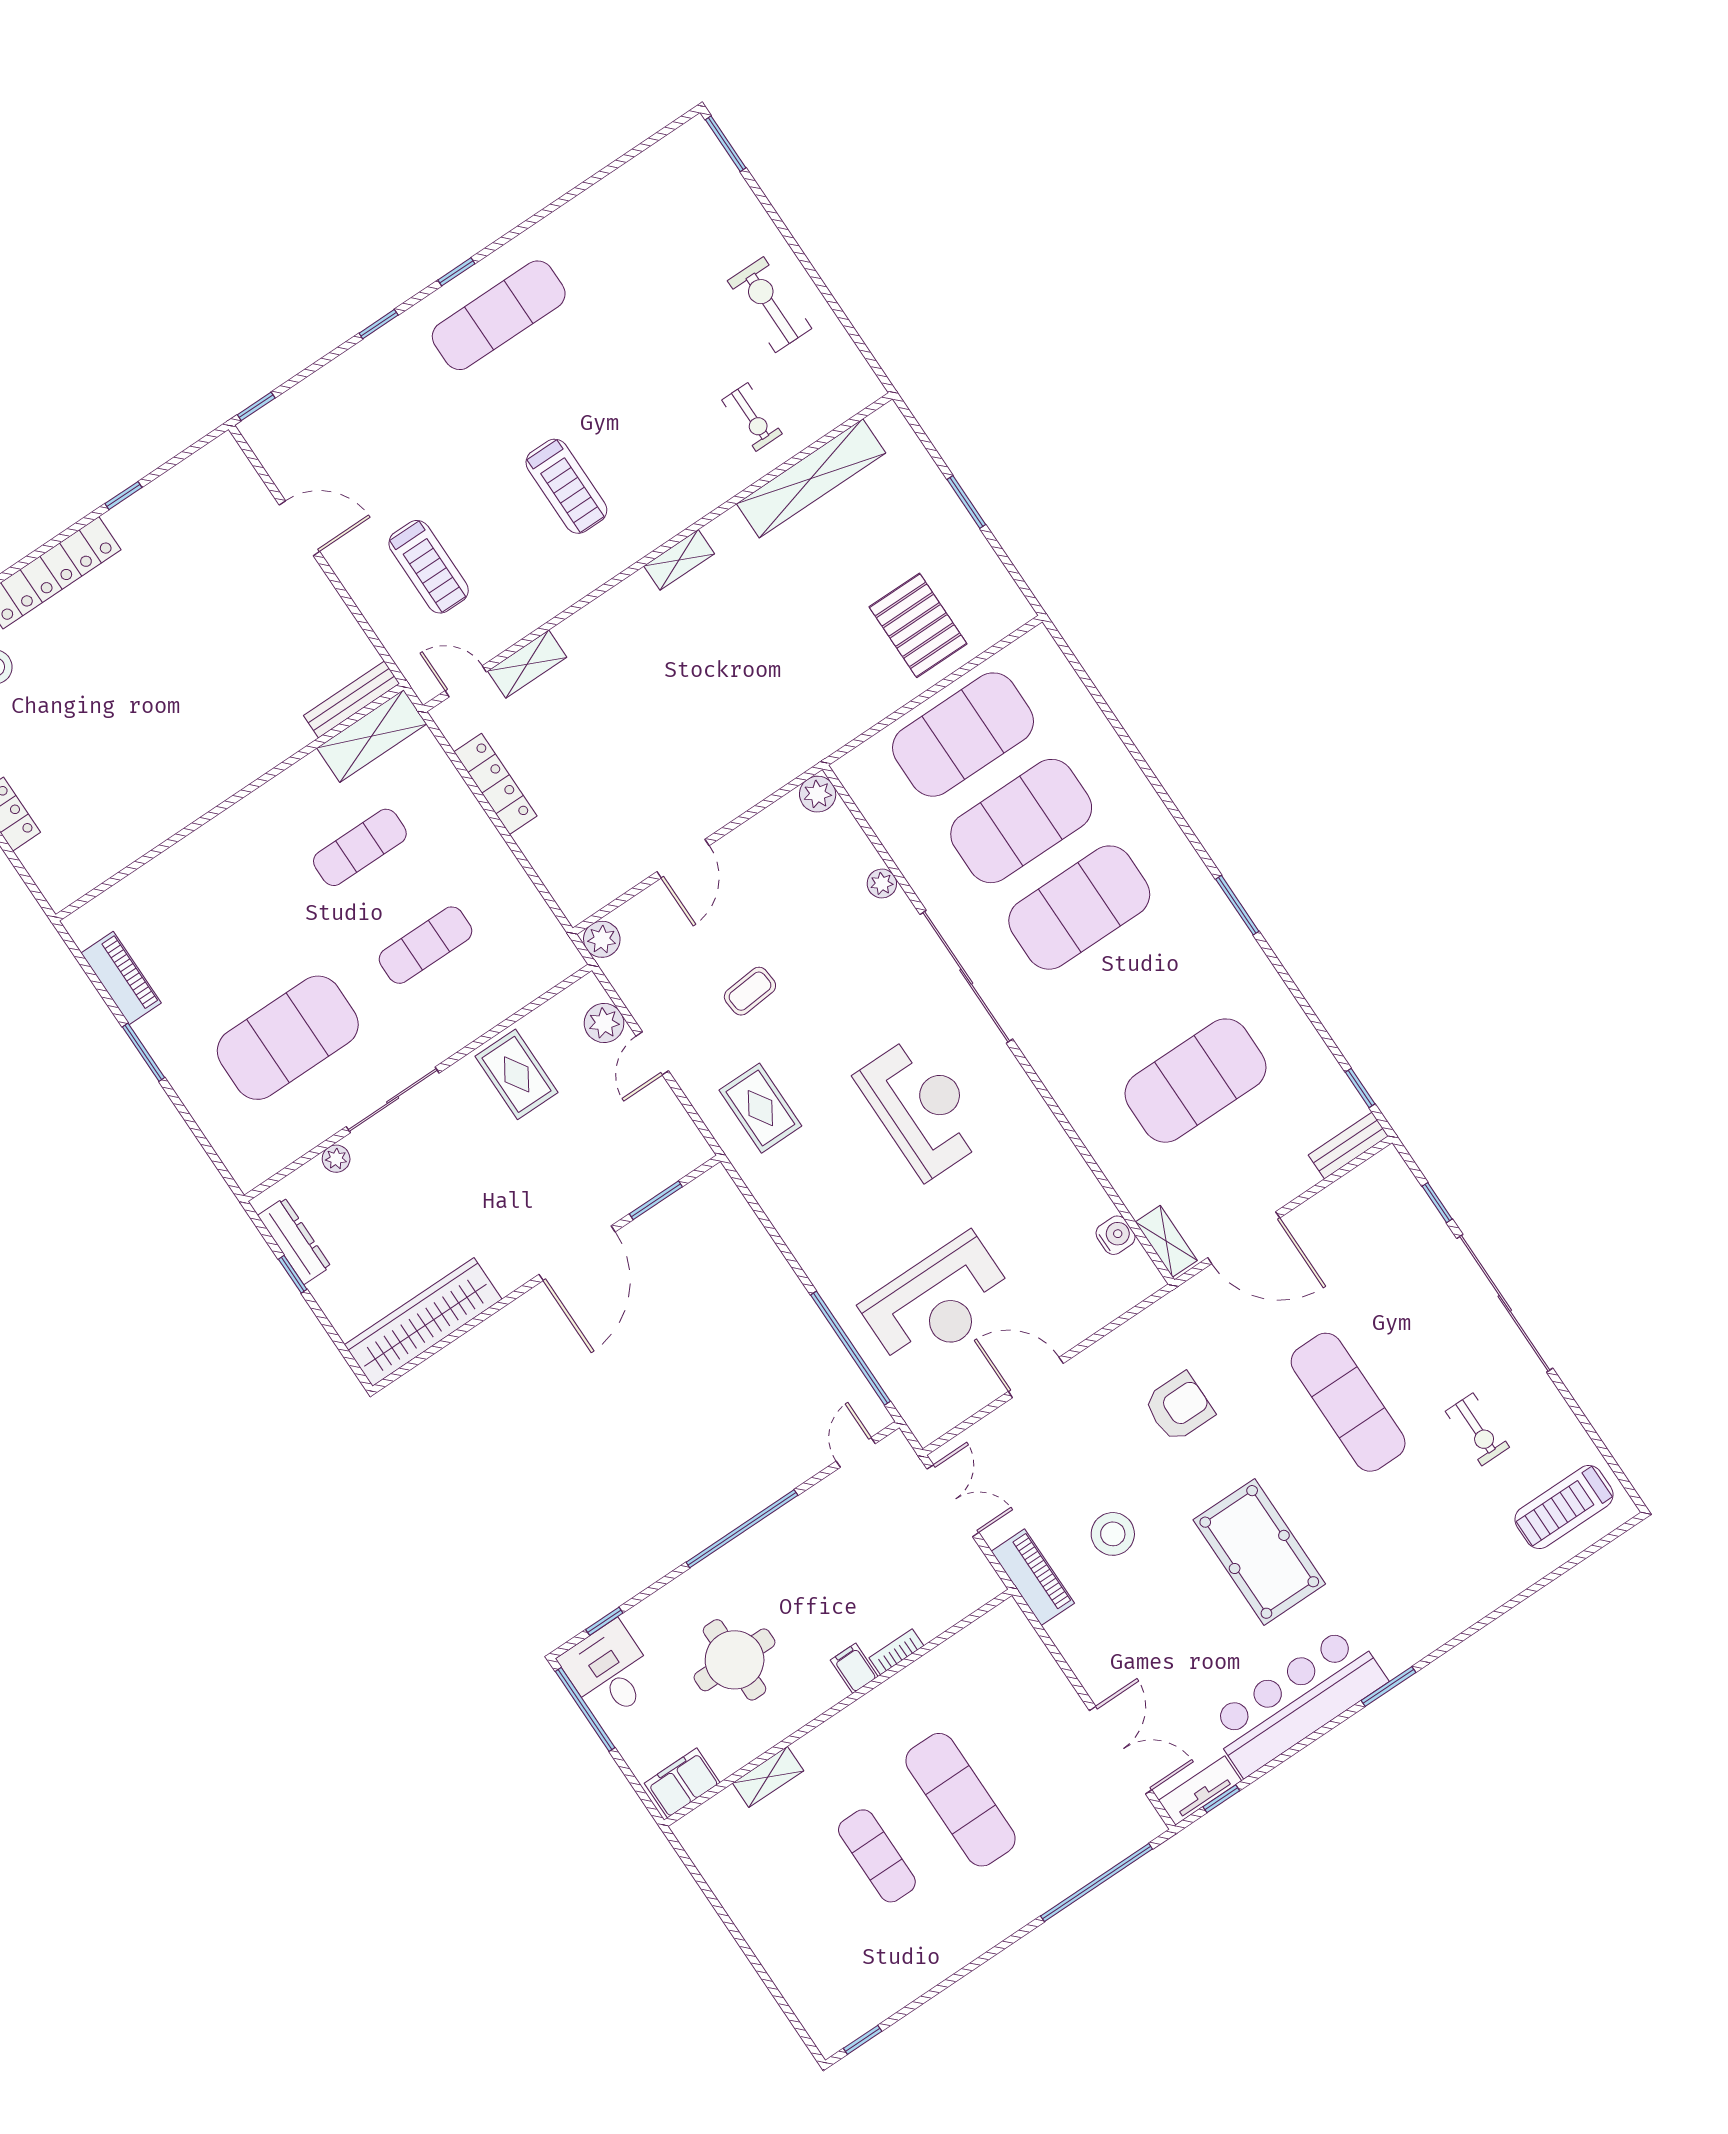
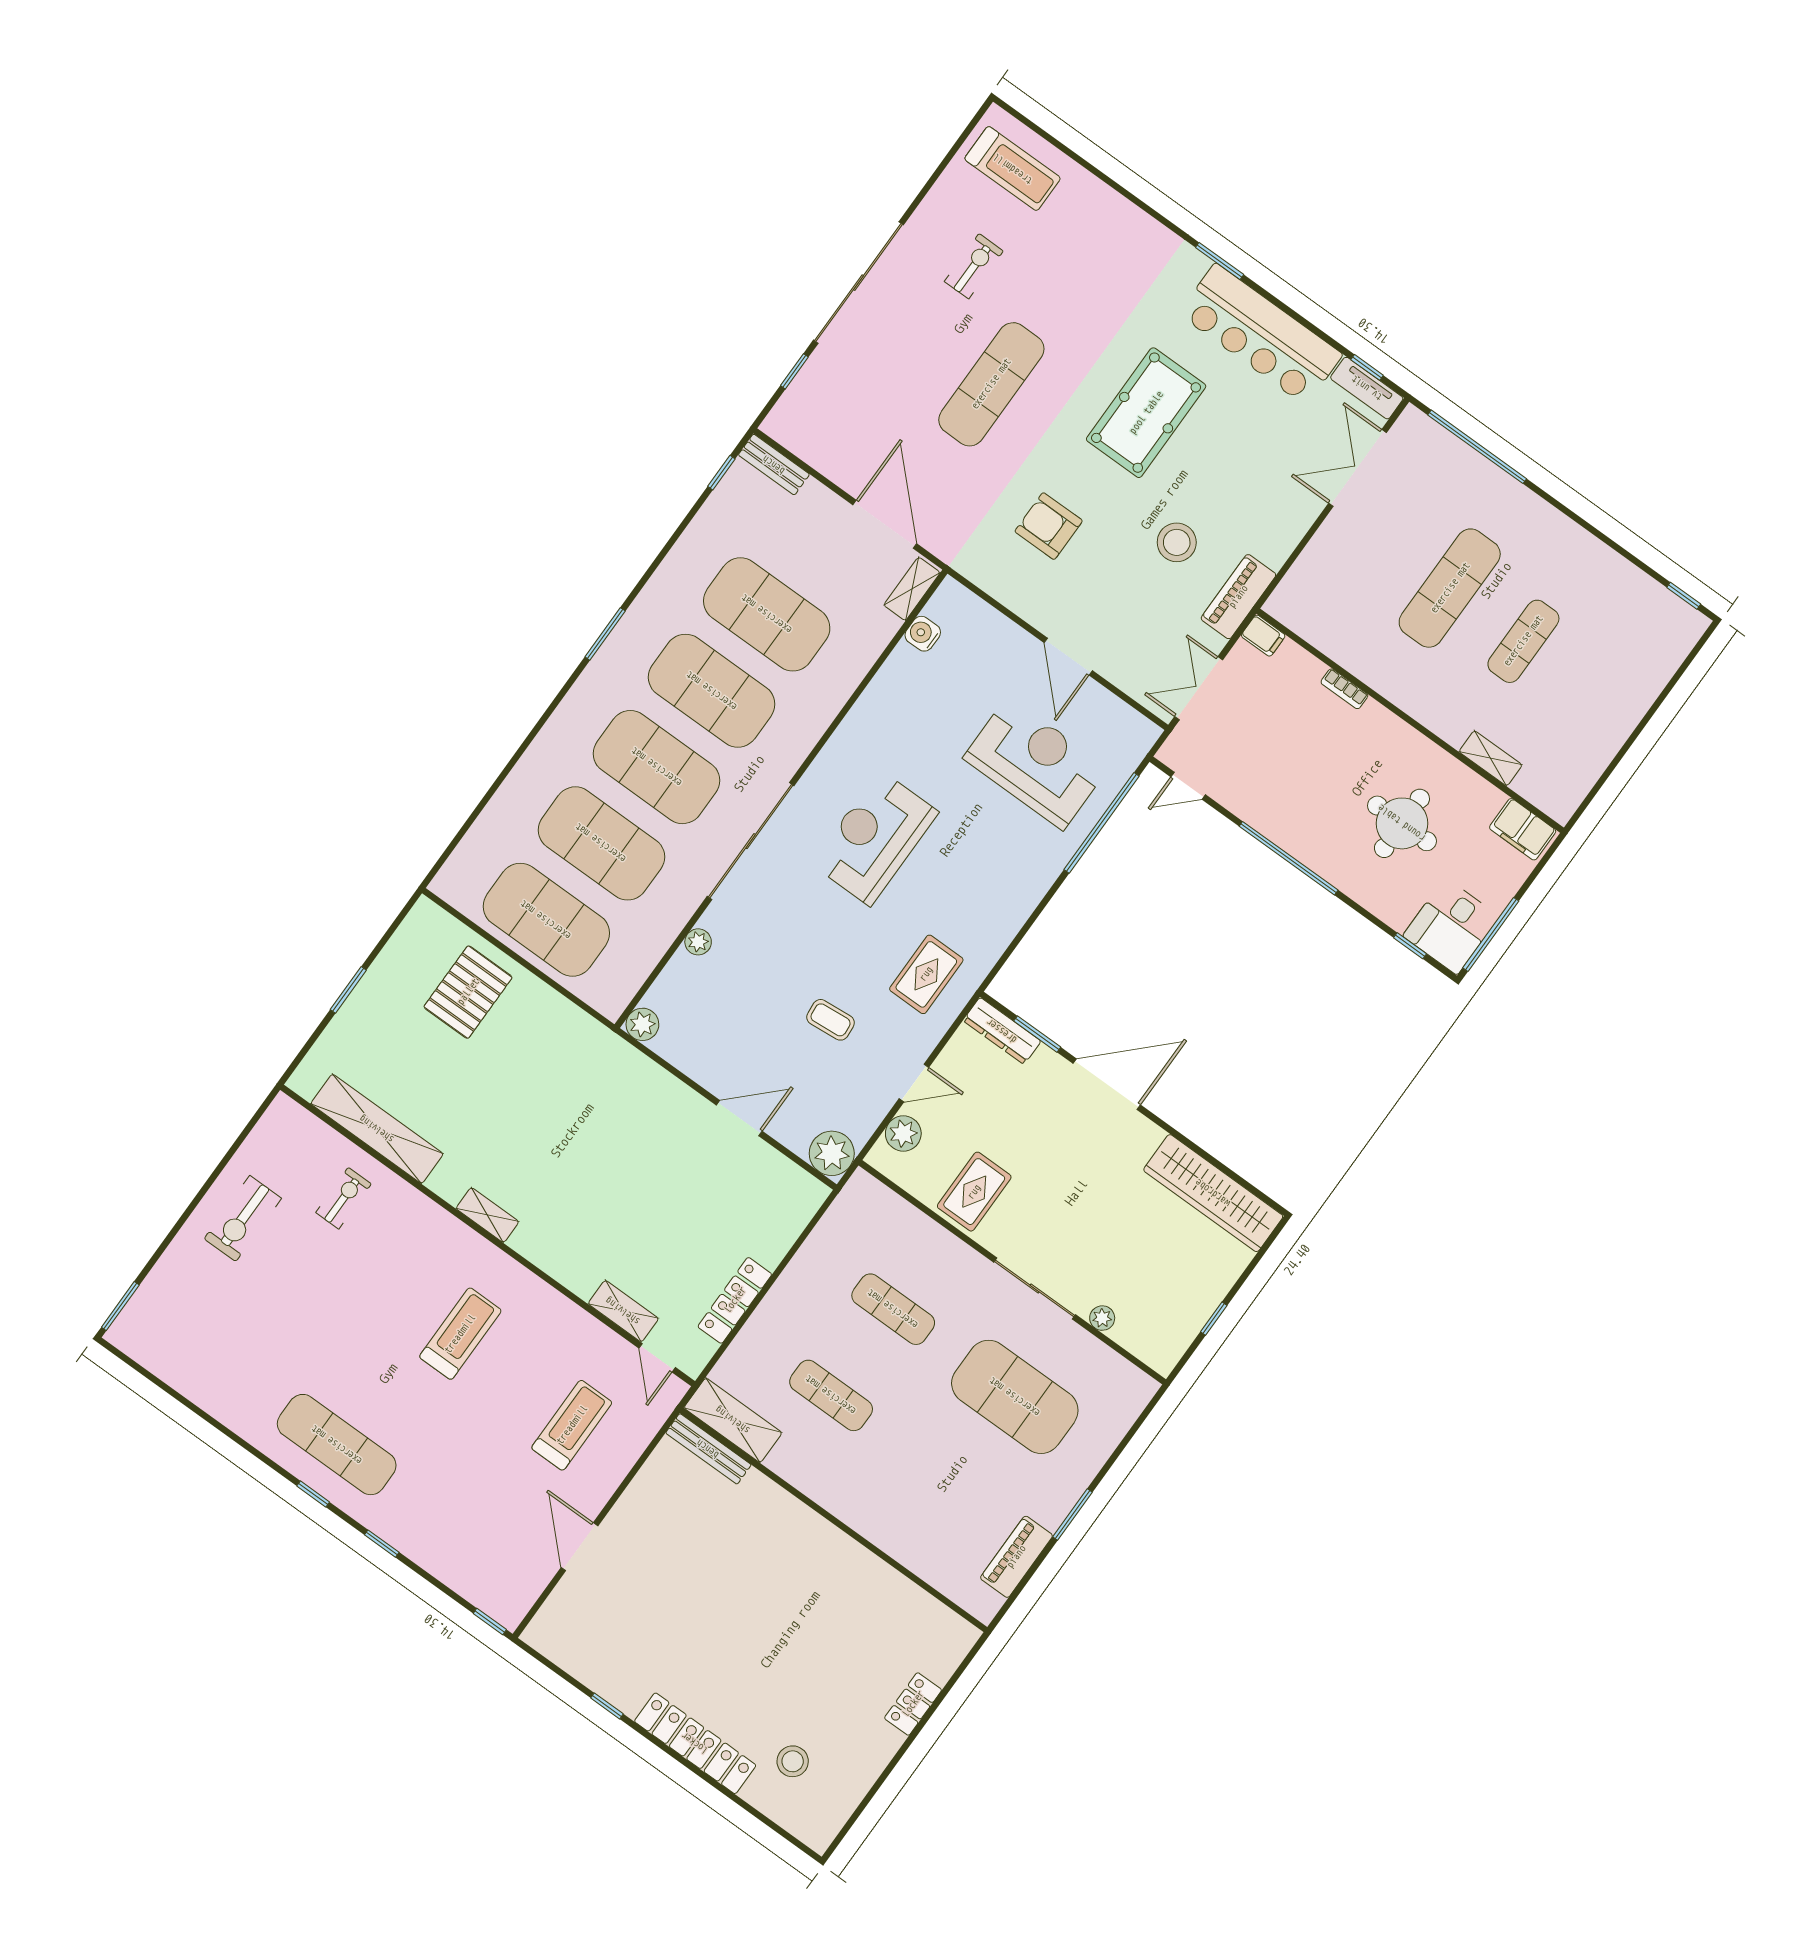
plant: (602, 939) -> (832, 1153), width x1.36, depth x1.36
exercise mat: (1137, 994) -> (712, 691), added
dresser: (294, 1241) -> (1002, 1031), moved, turned -90
filing cabinet: (854, 1668) -> (1263, 636), moved, turned -90

